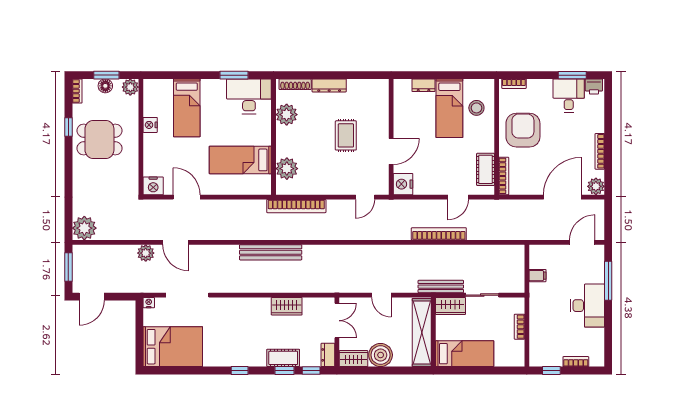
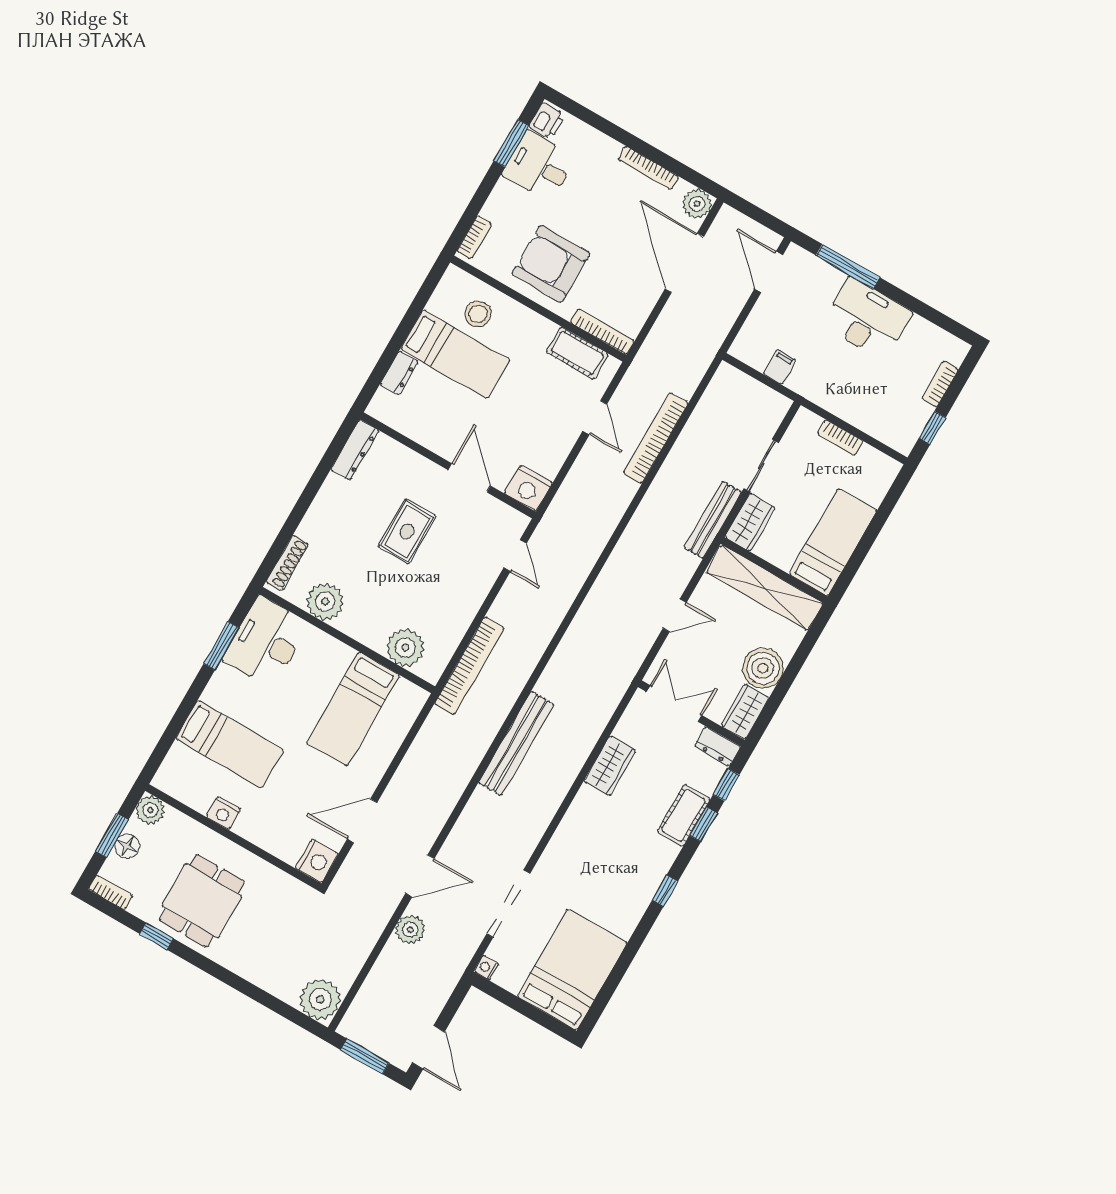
dresser: (329, 85) -> (355, 450), moved
rug: (346, 135) -> (407, 531), turned 90
bookcase: (439, 234) -> (656, 438), moved

